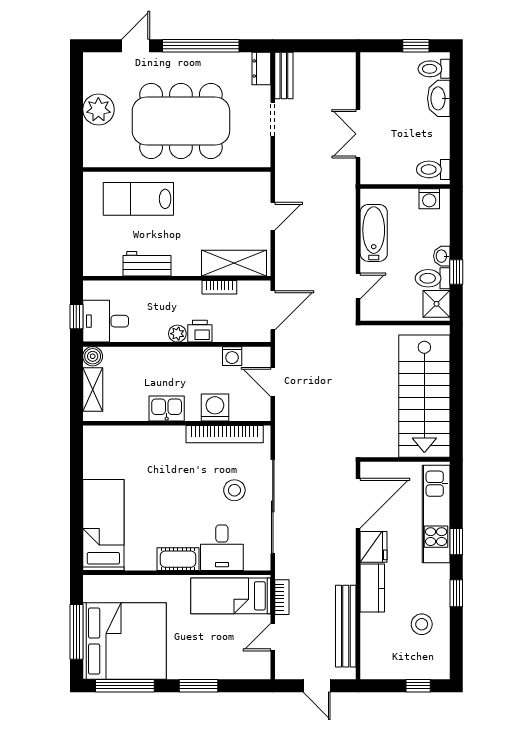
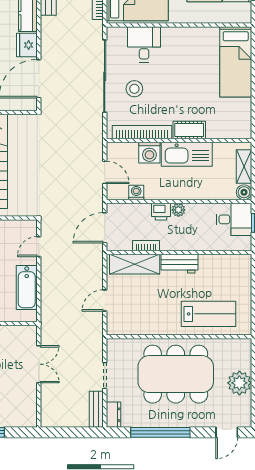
door: (136, 46) -> (227, 432), moved
workbench: (147, 264) -> (179, 264), moved
kitchen sink: (167, 408) -> (187, 154), width x1.88, depth x1.24
cot: (178, 559) -> (189, 130), moved

